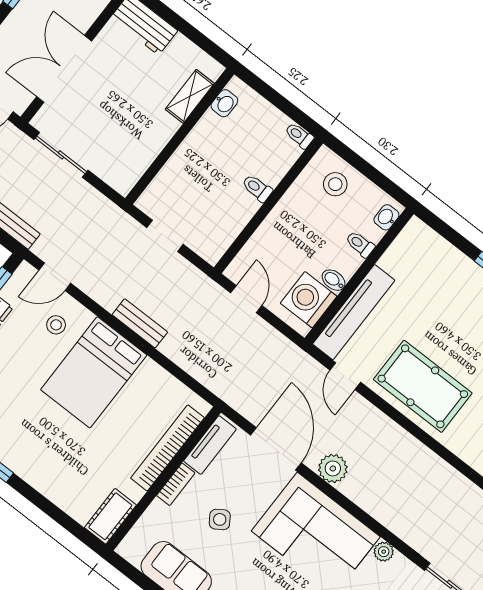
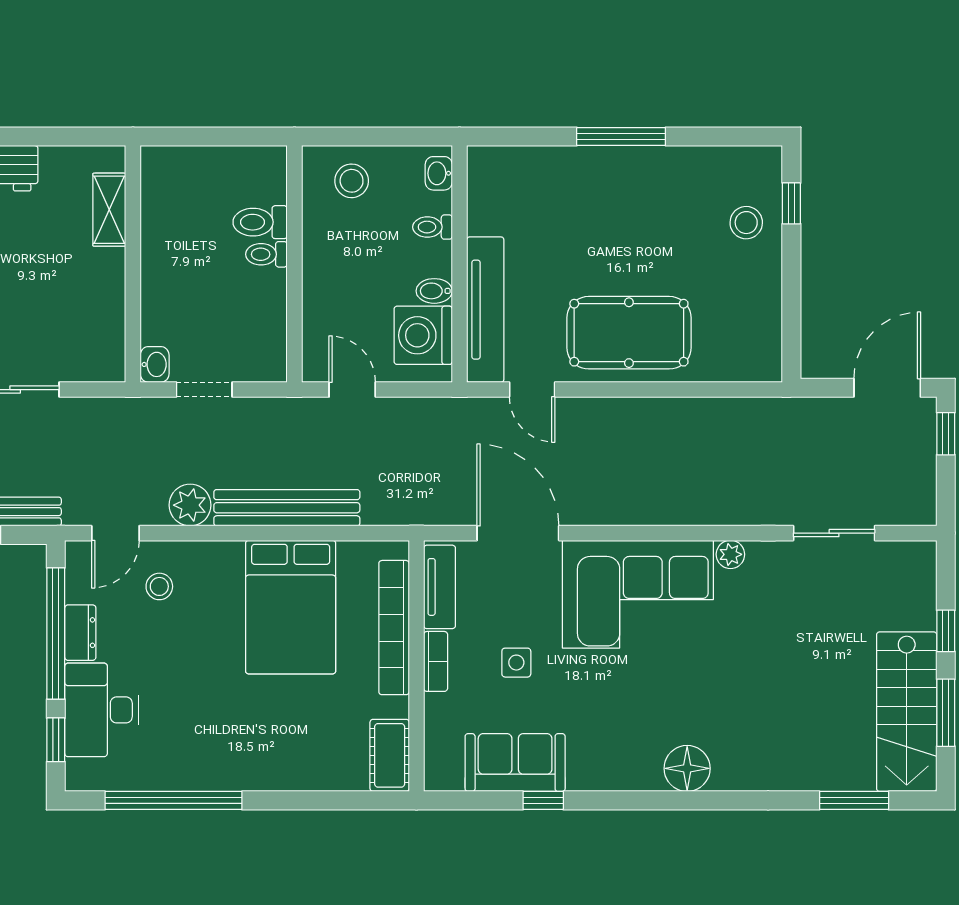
washbasin: (224, 103) -> (155, 364), moved
toilet: (299, 135) -> (260, 222), moved, width x1.37, depth x1.39
bench: (140, 323) -> (287, 508), width x1.86, depth x1.21
bed: (94, 372) -> (291, 607), moved
plant: (333, 468) -> (190, 505), moved
side table: (220, 519) -> (516, 663), turned 34

